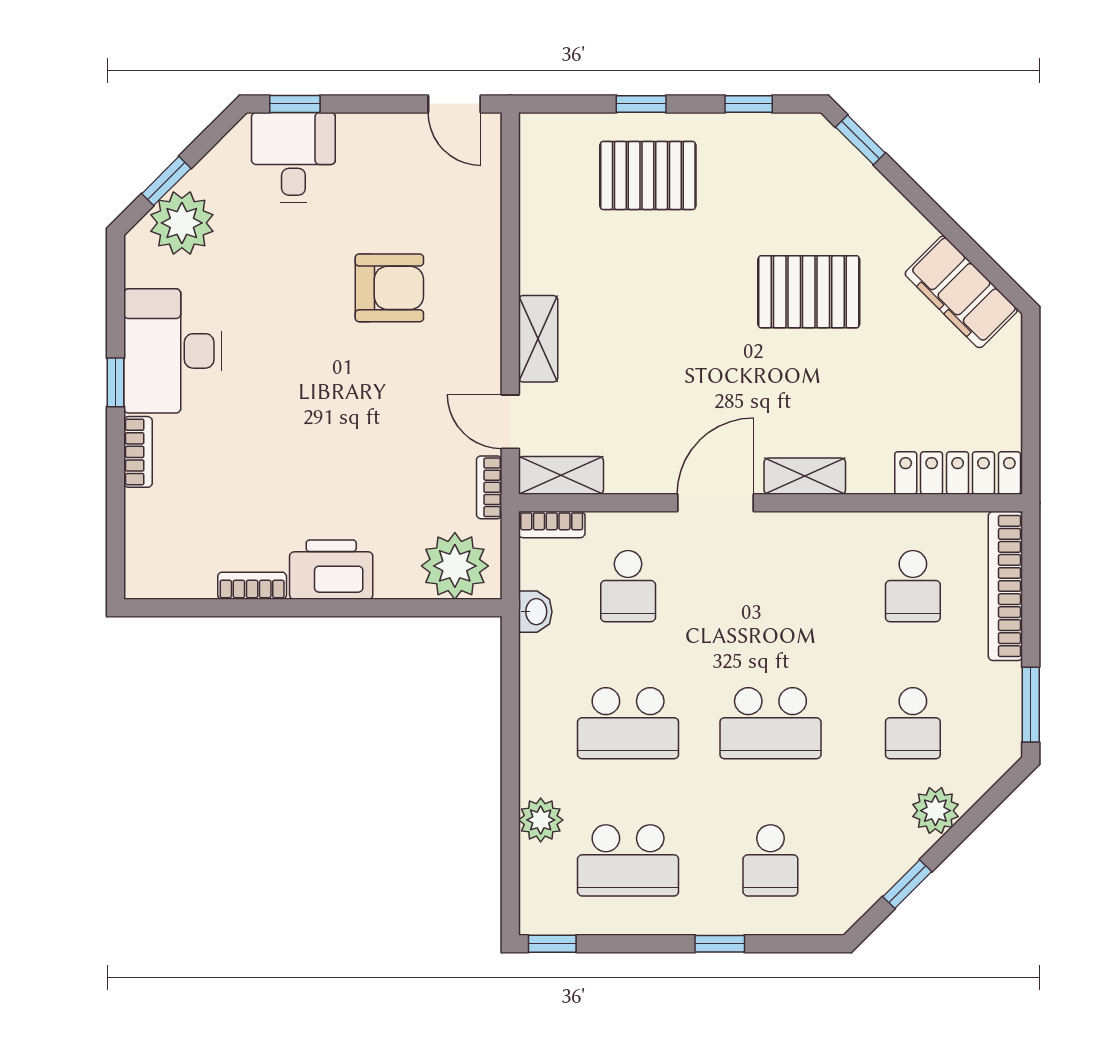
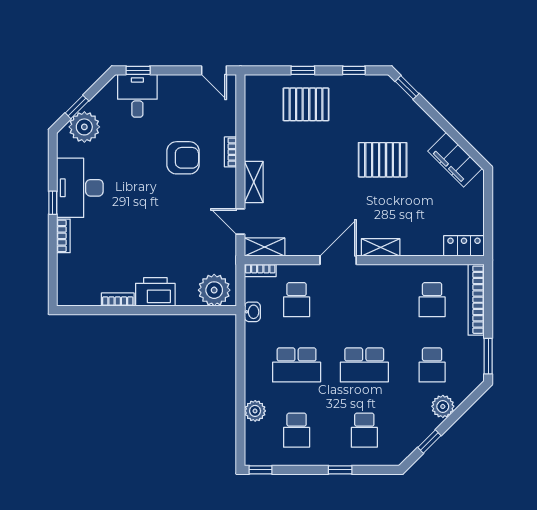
locker: (958, 473) -> (464, 246), width x0.66
bookcase: (489, 487) -> (230, 152), moved
school desk: (628, 860) -> (297, 430), width x0.54

